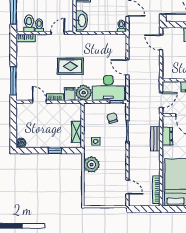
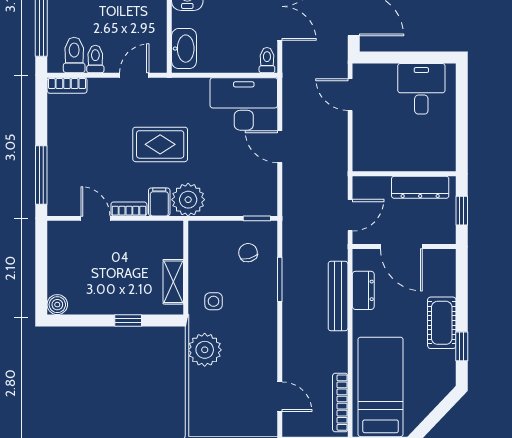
desk: (108, 88) -> (244, 104), moved, turned 180
bench: (155, 139) -> (338, 296), width x1.36

